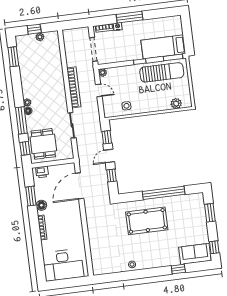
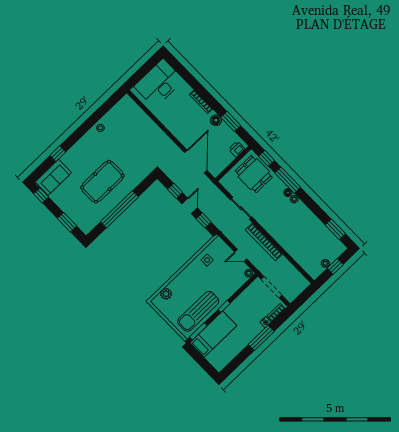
pool table: (147, 221) -> (102, 182), moved

